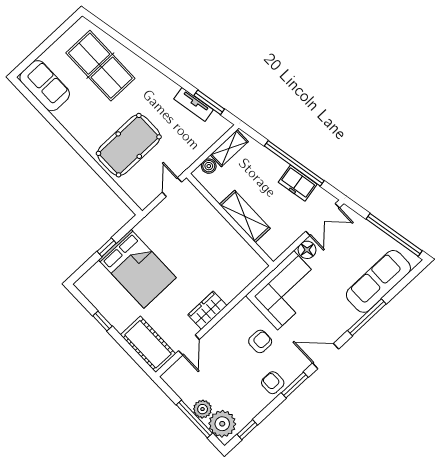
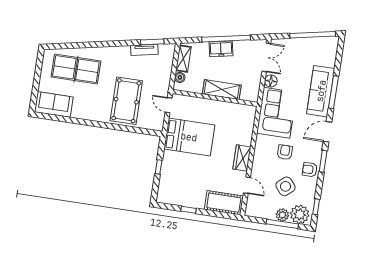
freezer: (298, 183) -> (221, 49), moved
bed: (137, 269) -> (189, 137), moved
sofa: (378, 281) -> (321, 91), moved
side table: (231, 380) -> (286, 186), added

